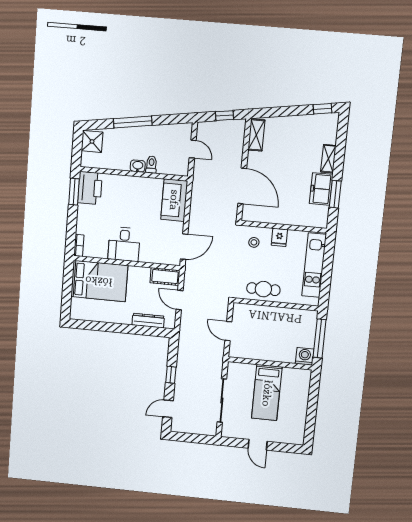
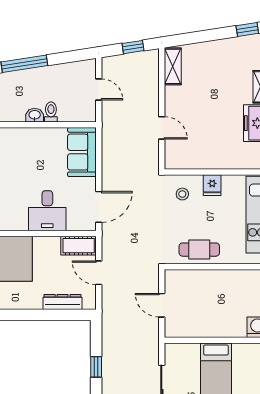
door: (242, 186) -> (162, 128), width x0.53
desk: (124, 244) -> (47, 211), moved

